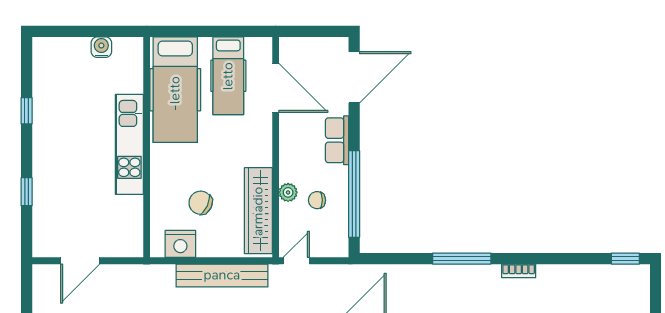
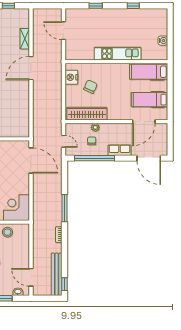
hospital bed: (175, 90) -> (149, 72), width x0.73, depth x0.78
door: (296, 261) -> (63, 141), moved
bench: (222, 275) -> (57, 274), moved

